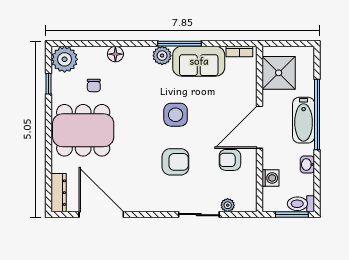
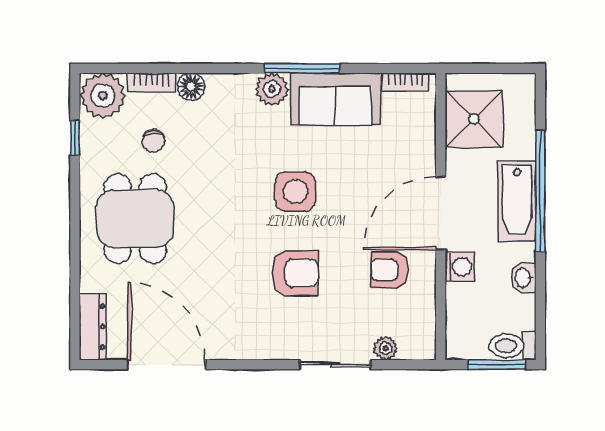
bookcase: (93, 52) -> (151, 82), added
dining table: (83, 130) -> (135, 219), width x0.73
washing machine: (270, 178) -> (460, 267), moved

